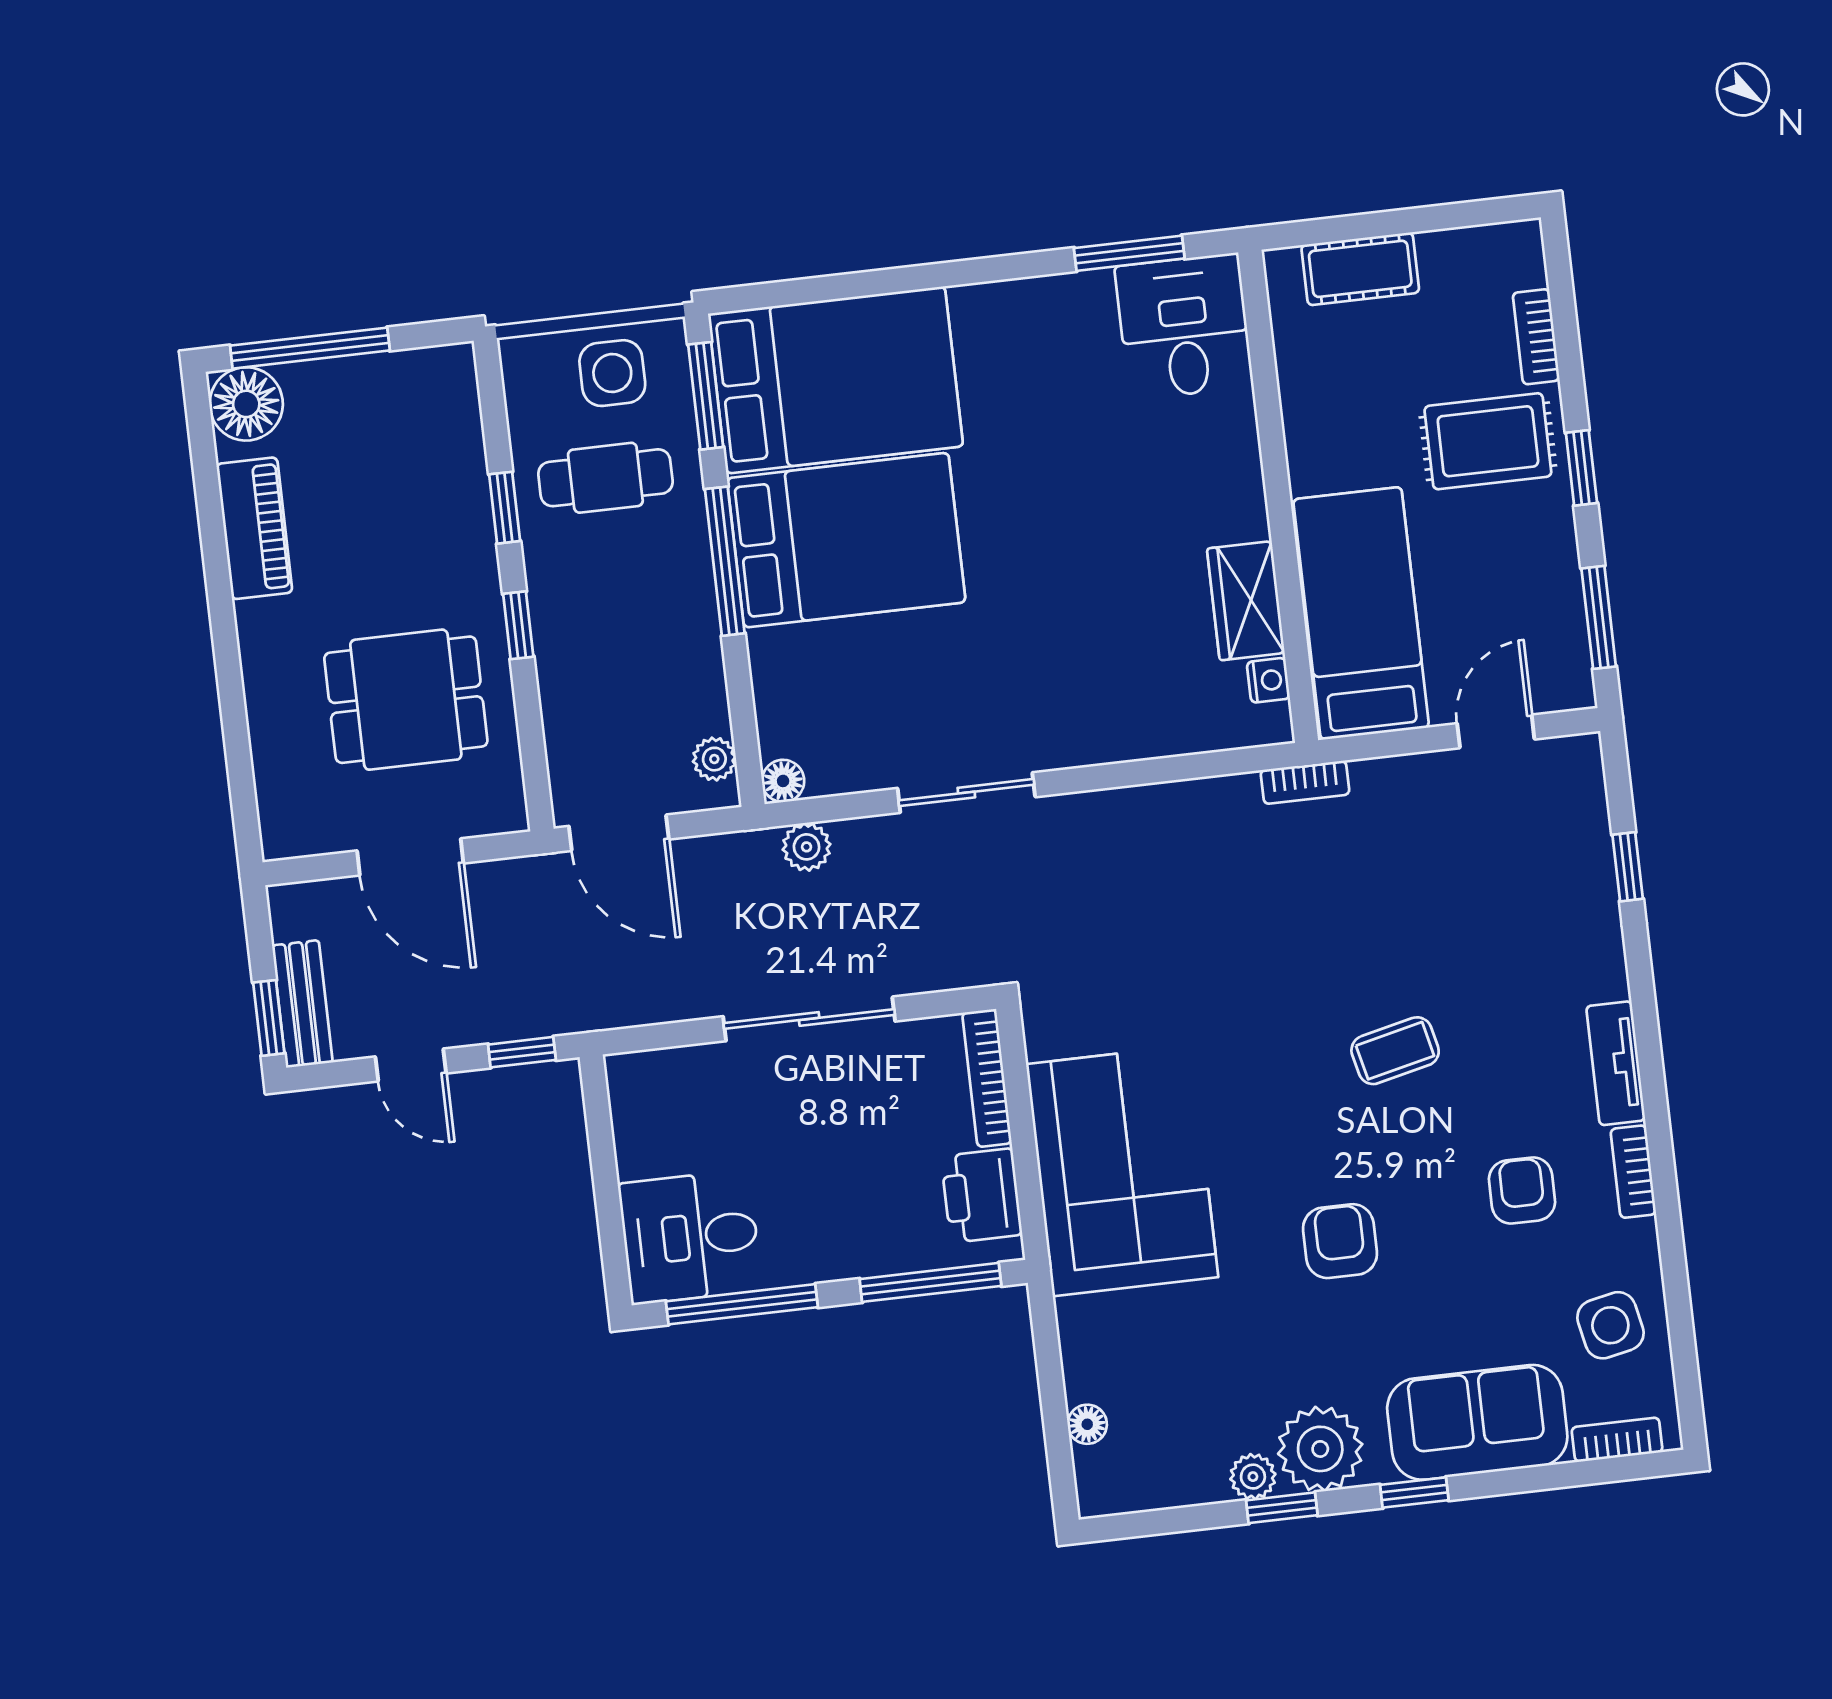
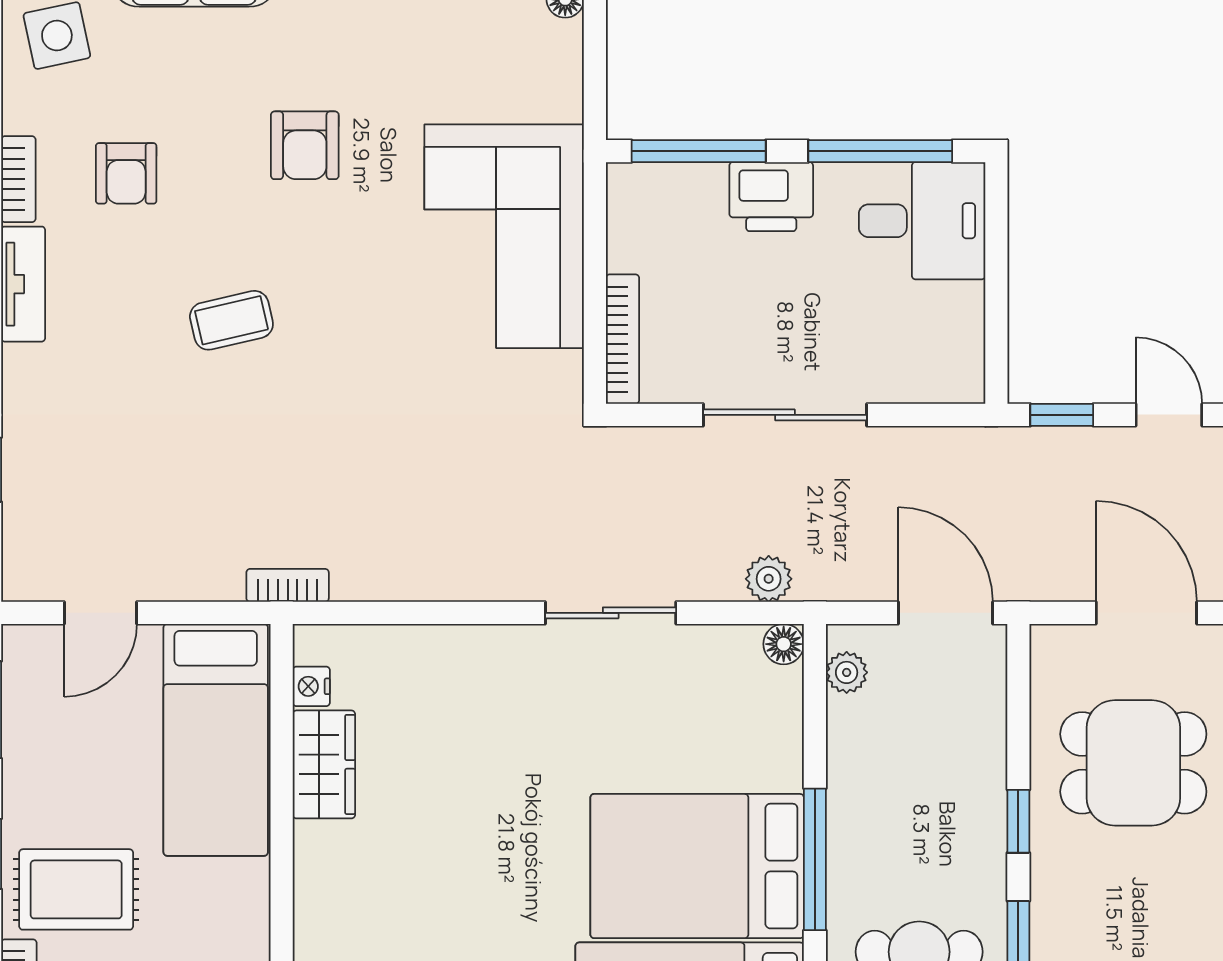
printer: (982, 1195) -> (771, 197), moved, turned 90

